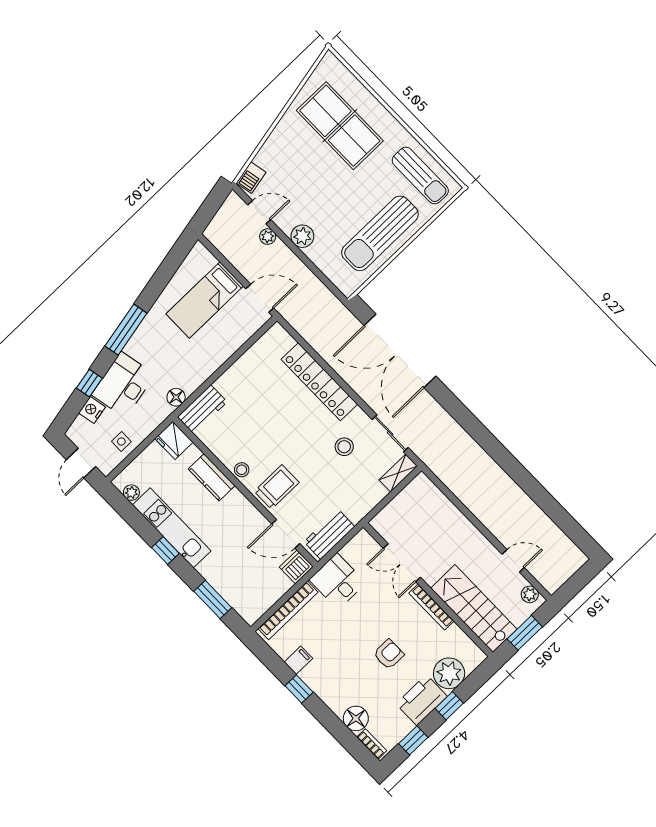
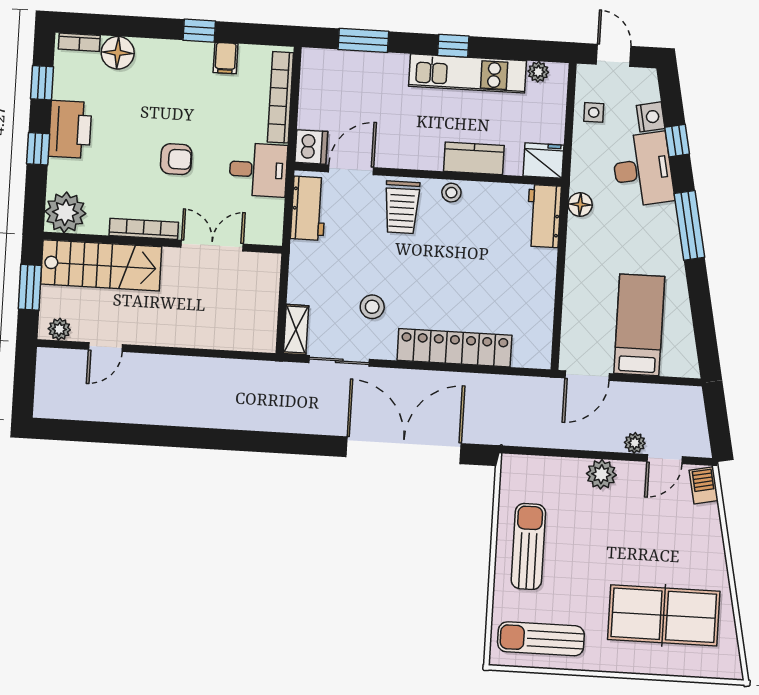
sun lounger: (380, 233) -> (528, 546), width x0.73, depth x0.75
armchair: (389, 654) -> (176, 159), moved, turned -90
plant: (449, 673) -> (65, 212), moved

